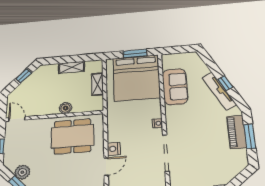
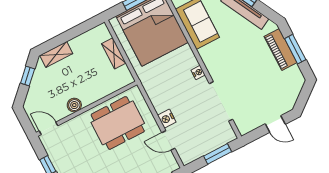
shelving: (71, 67) -> (56, 54), moved
boiler: (66, 108) -> (74, 105), moved
door: (106, 167) -> (168, 140), swing flipped

